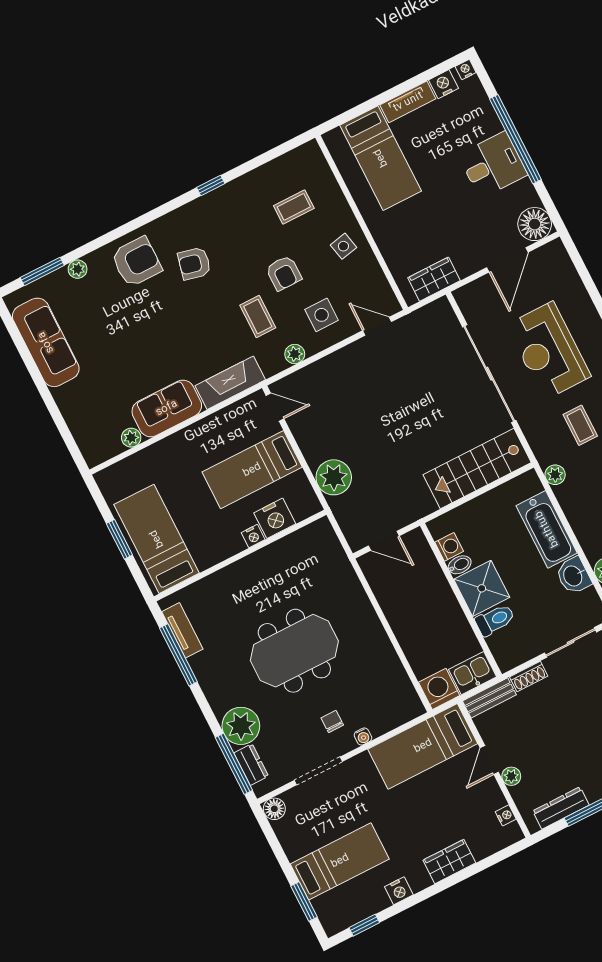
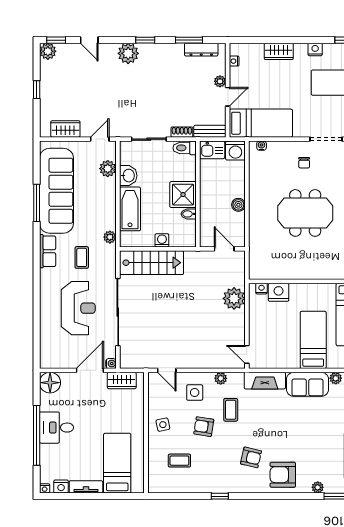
door: (507, 260) -> (90, 370), moved
armchair: (284, 273) -> (204, 427), turned -81
water cooler: (462, 295) -> (111, 364), added
bed: (252, 470) -> (313, 340), moved, turned -90
nightstand: (253, 536) -> (261, 289), moved
washing machine: (449, 547) -> (162, 240), moved, turned 90
boiler: (395, 614) -> (238, 205), added
toilet: (495, 620) -> (185, 148), moved
water cooler: (363, 737) -> (262, 146), moved

